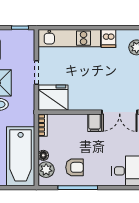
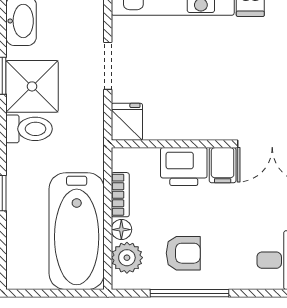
fridge: (53, 98) -> (127, 122), width x0.53, depth x0.75
printer: (75, 123) -> (184, 167), added
bookcase: (43, 125) -> (120, 195), moved

